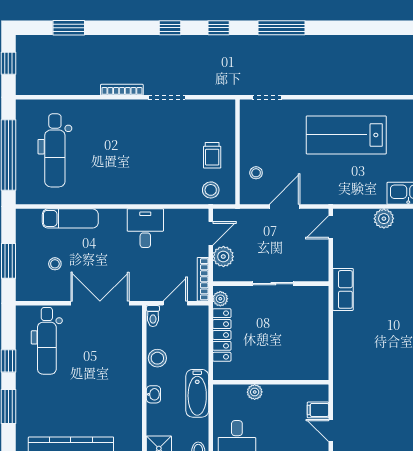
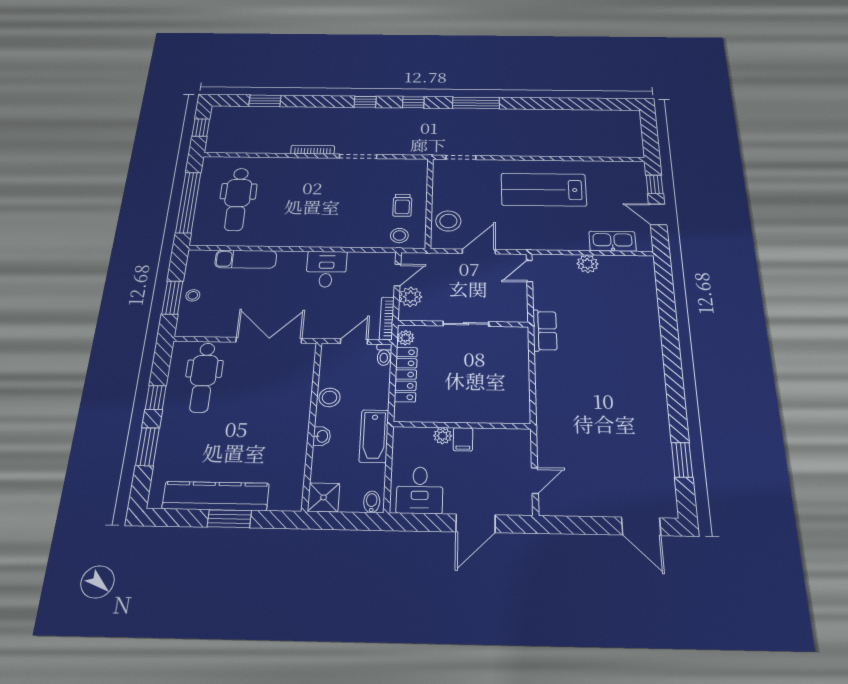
stool: (256, 173) -> (448, 221), width x1.89, depth x1.89
stool: (55, 264) -> (193, 295), moved
toilet: (153, 316) -> (384, 355), moved
filing cabinet: (318, 410) -> (463, 439), moved, turned -90
door: (331, 430) -> (535, 481), swing flipped

